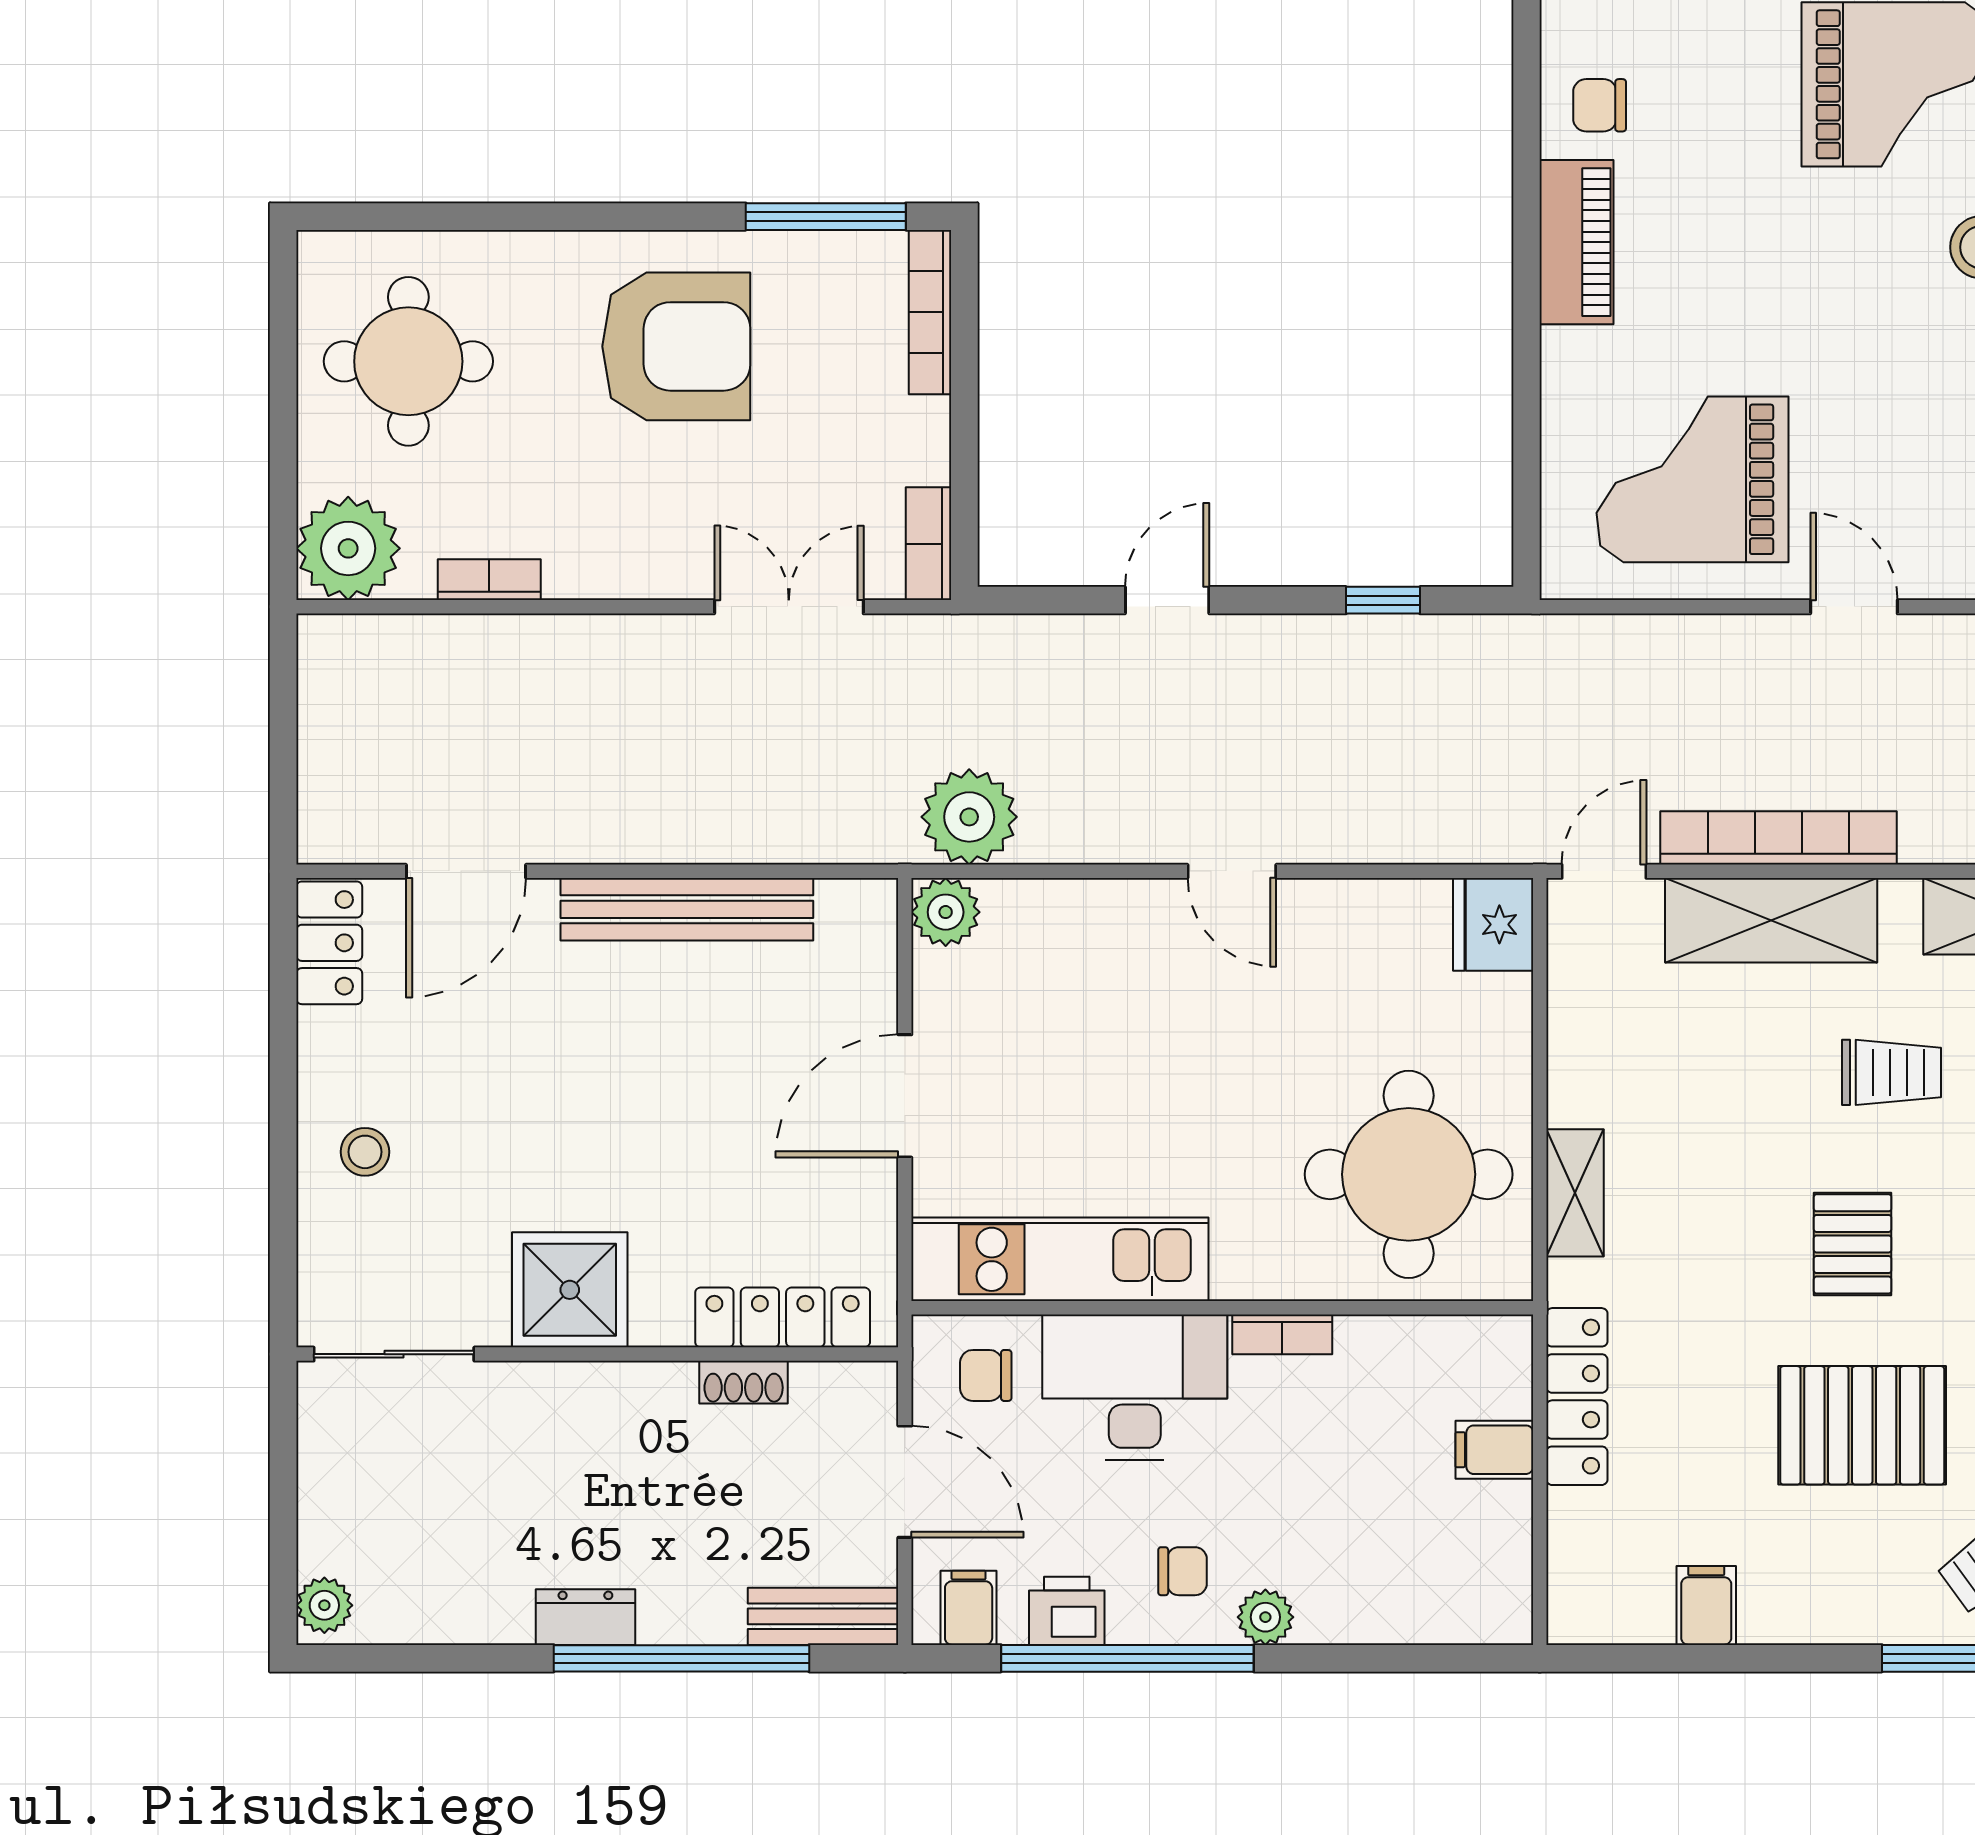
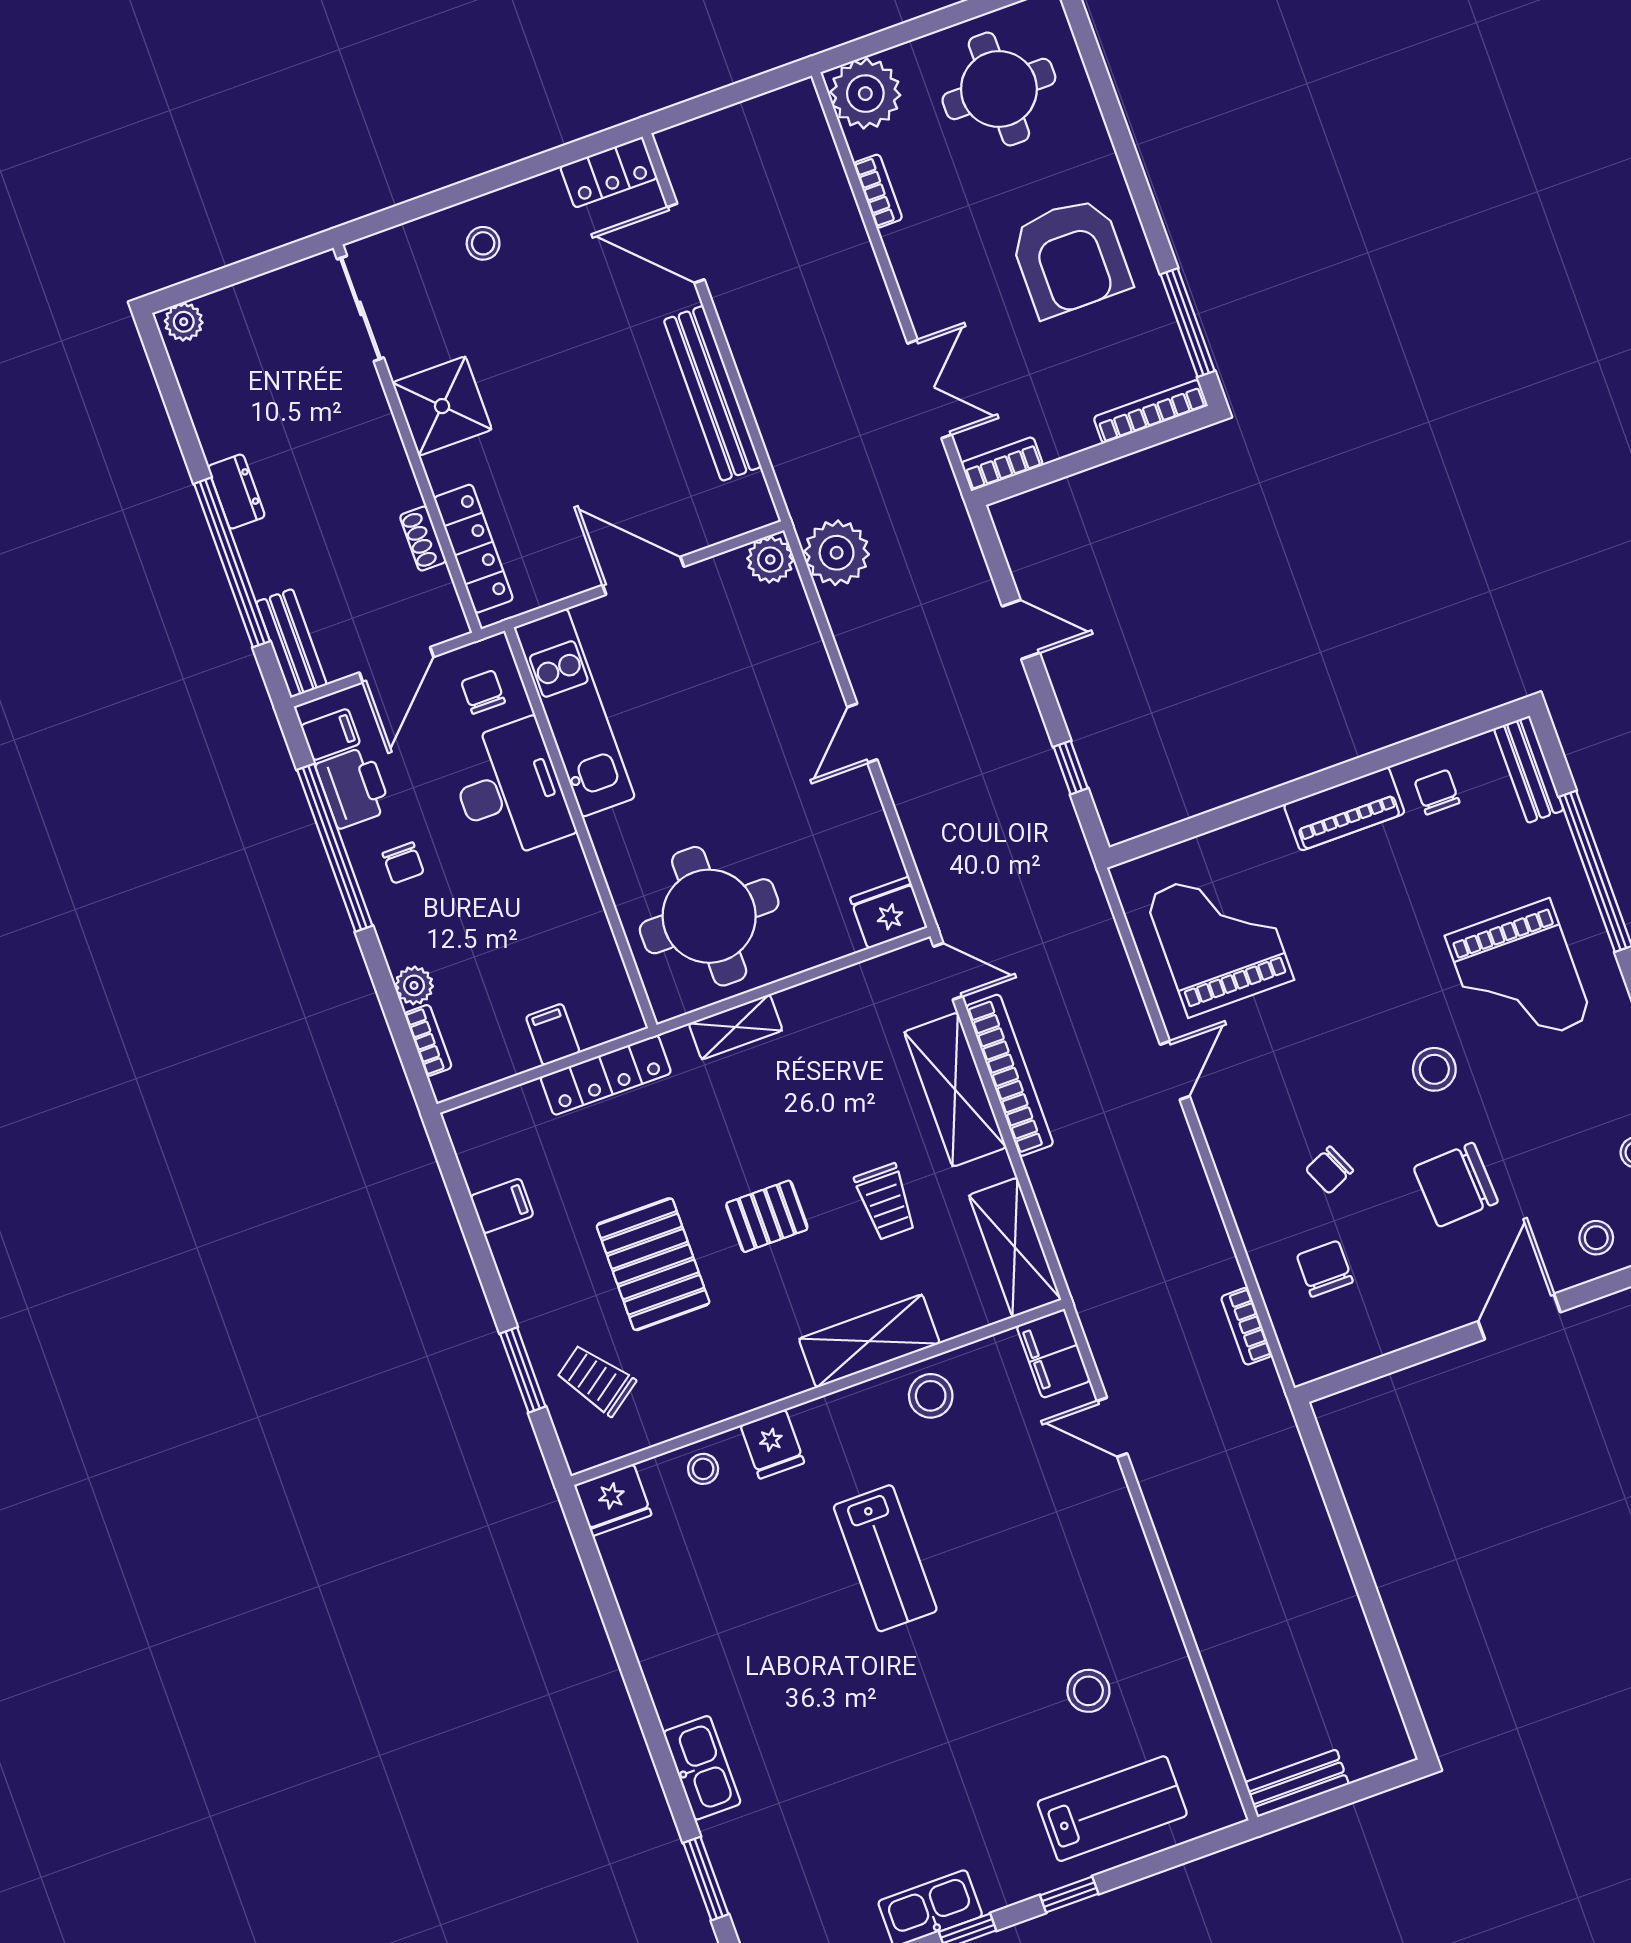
bookcase: (1282, 1334) -> (428, 1040), moved, turned 180
printer: (1067, 1611) -> (353, 787), width x1.36, depth x1.24
plant: (1265, 1617) -> (414, 985), moved

